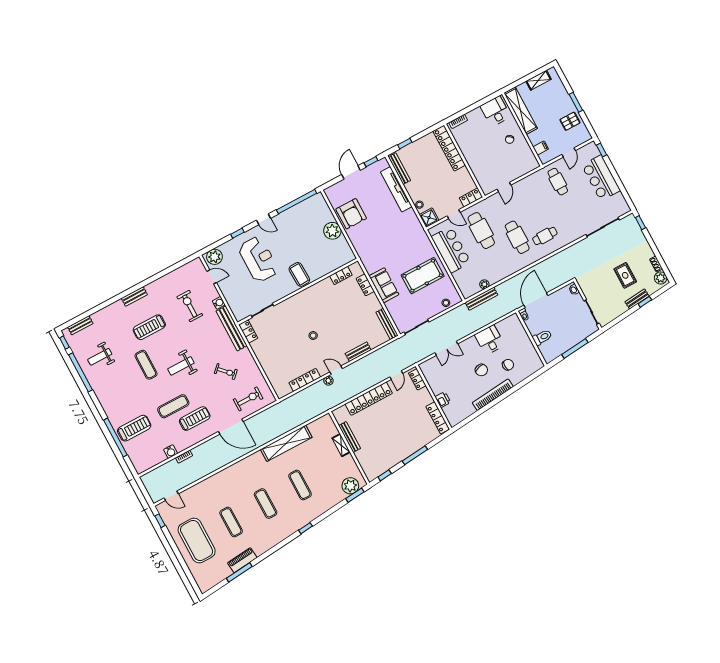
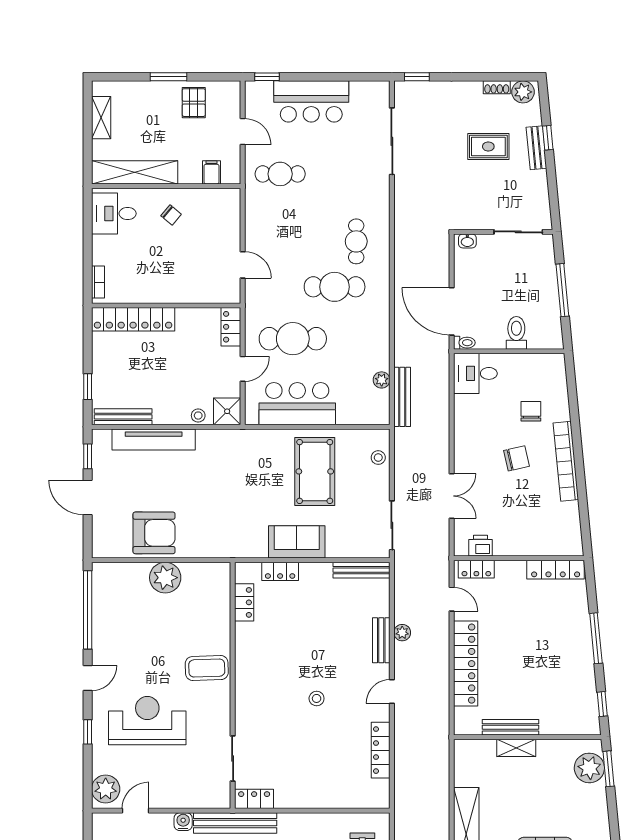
desk: (490, 340) -> (475, 373), moved
plant: (328, 381) -> (402, 633), moved
printer: (443, 400) -> (481, 546), moved

